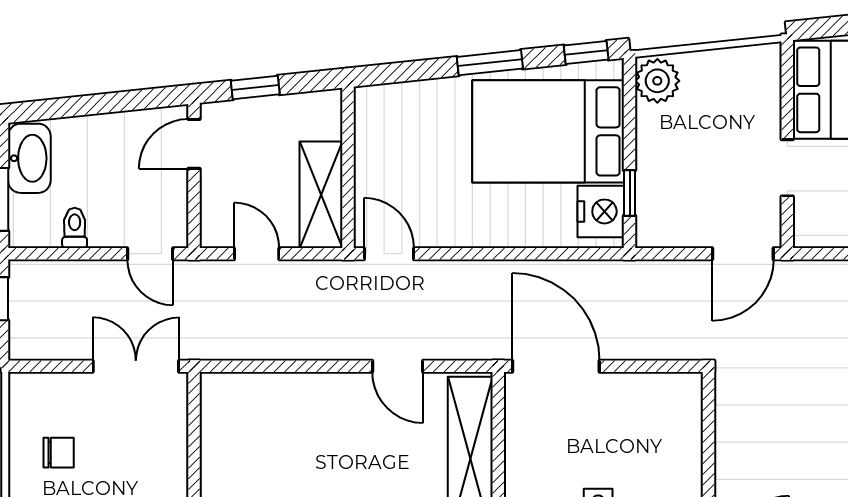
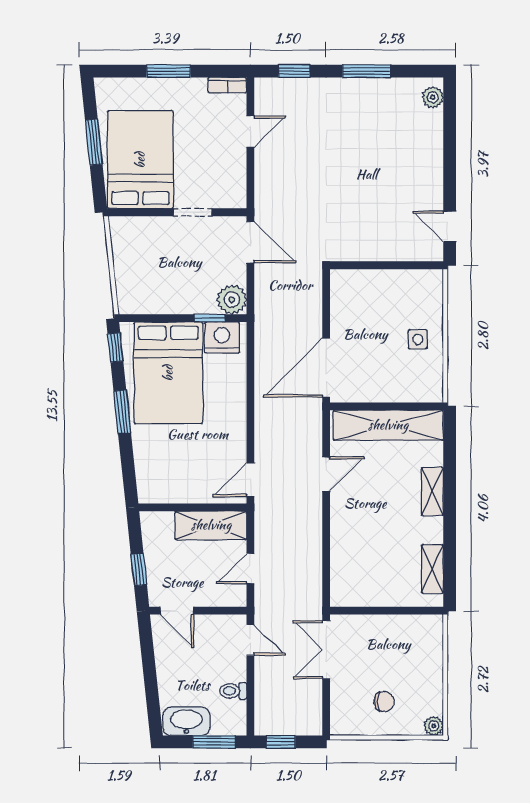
plant: (657, 81) -> (232, 300), moved
door: (150, 254) -> (250, 640), hinge flipped
chair: (59, 453) -> (384, 702), turned 90

